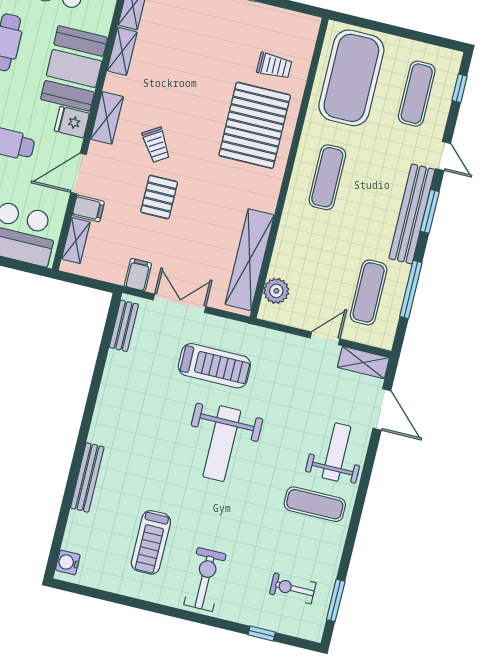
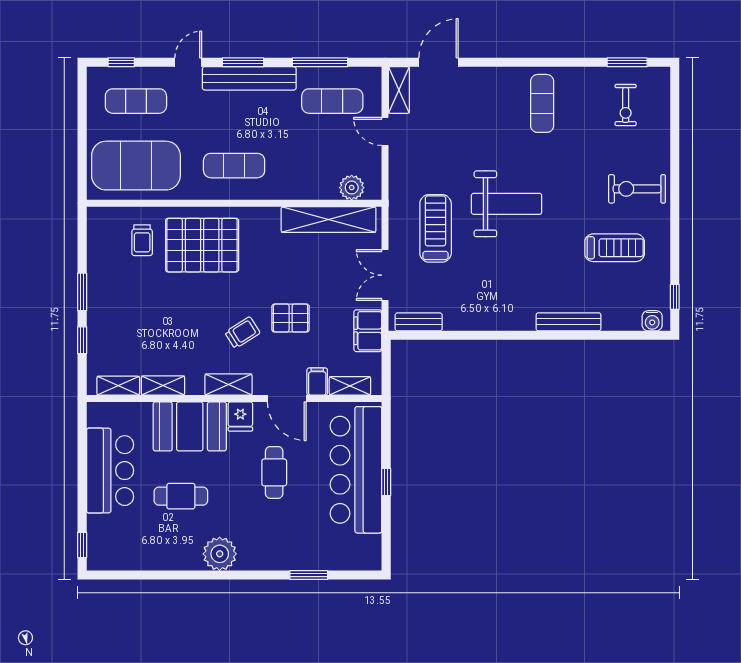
trolley: (274, 66) -> (142, 240), turned 180
filing cabinet: (138, 275) -> (368, 331), width x2.00
weight bench: (337, 452) -> (488, 95), removed
window: (262, 634) -> (675, 297), moved

